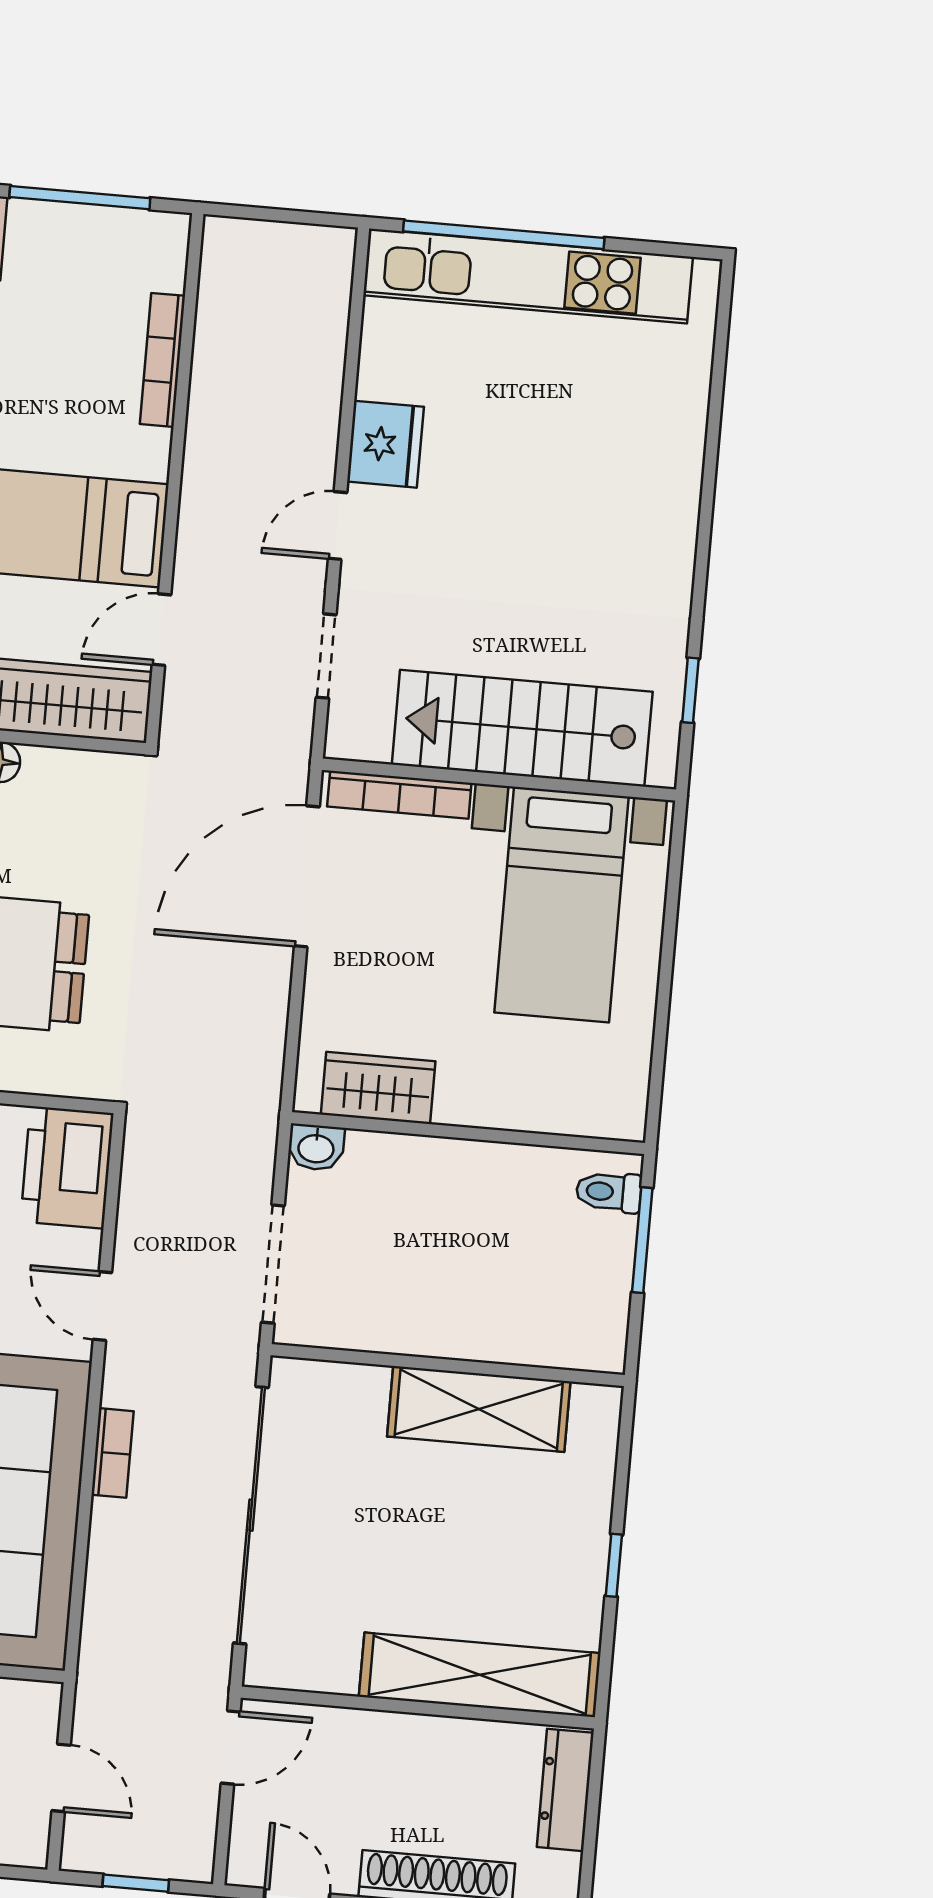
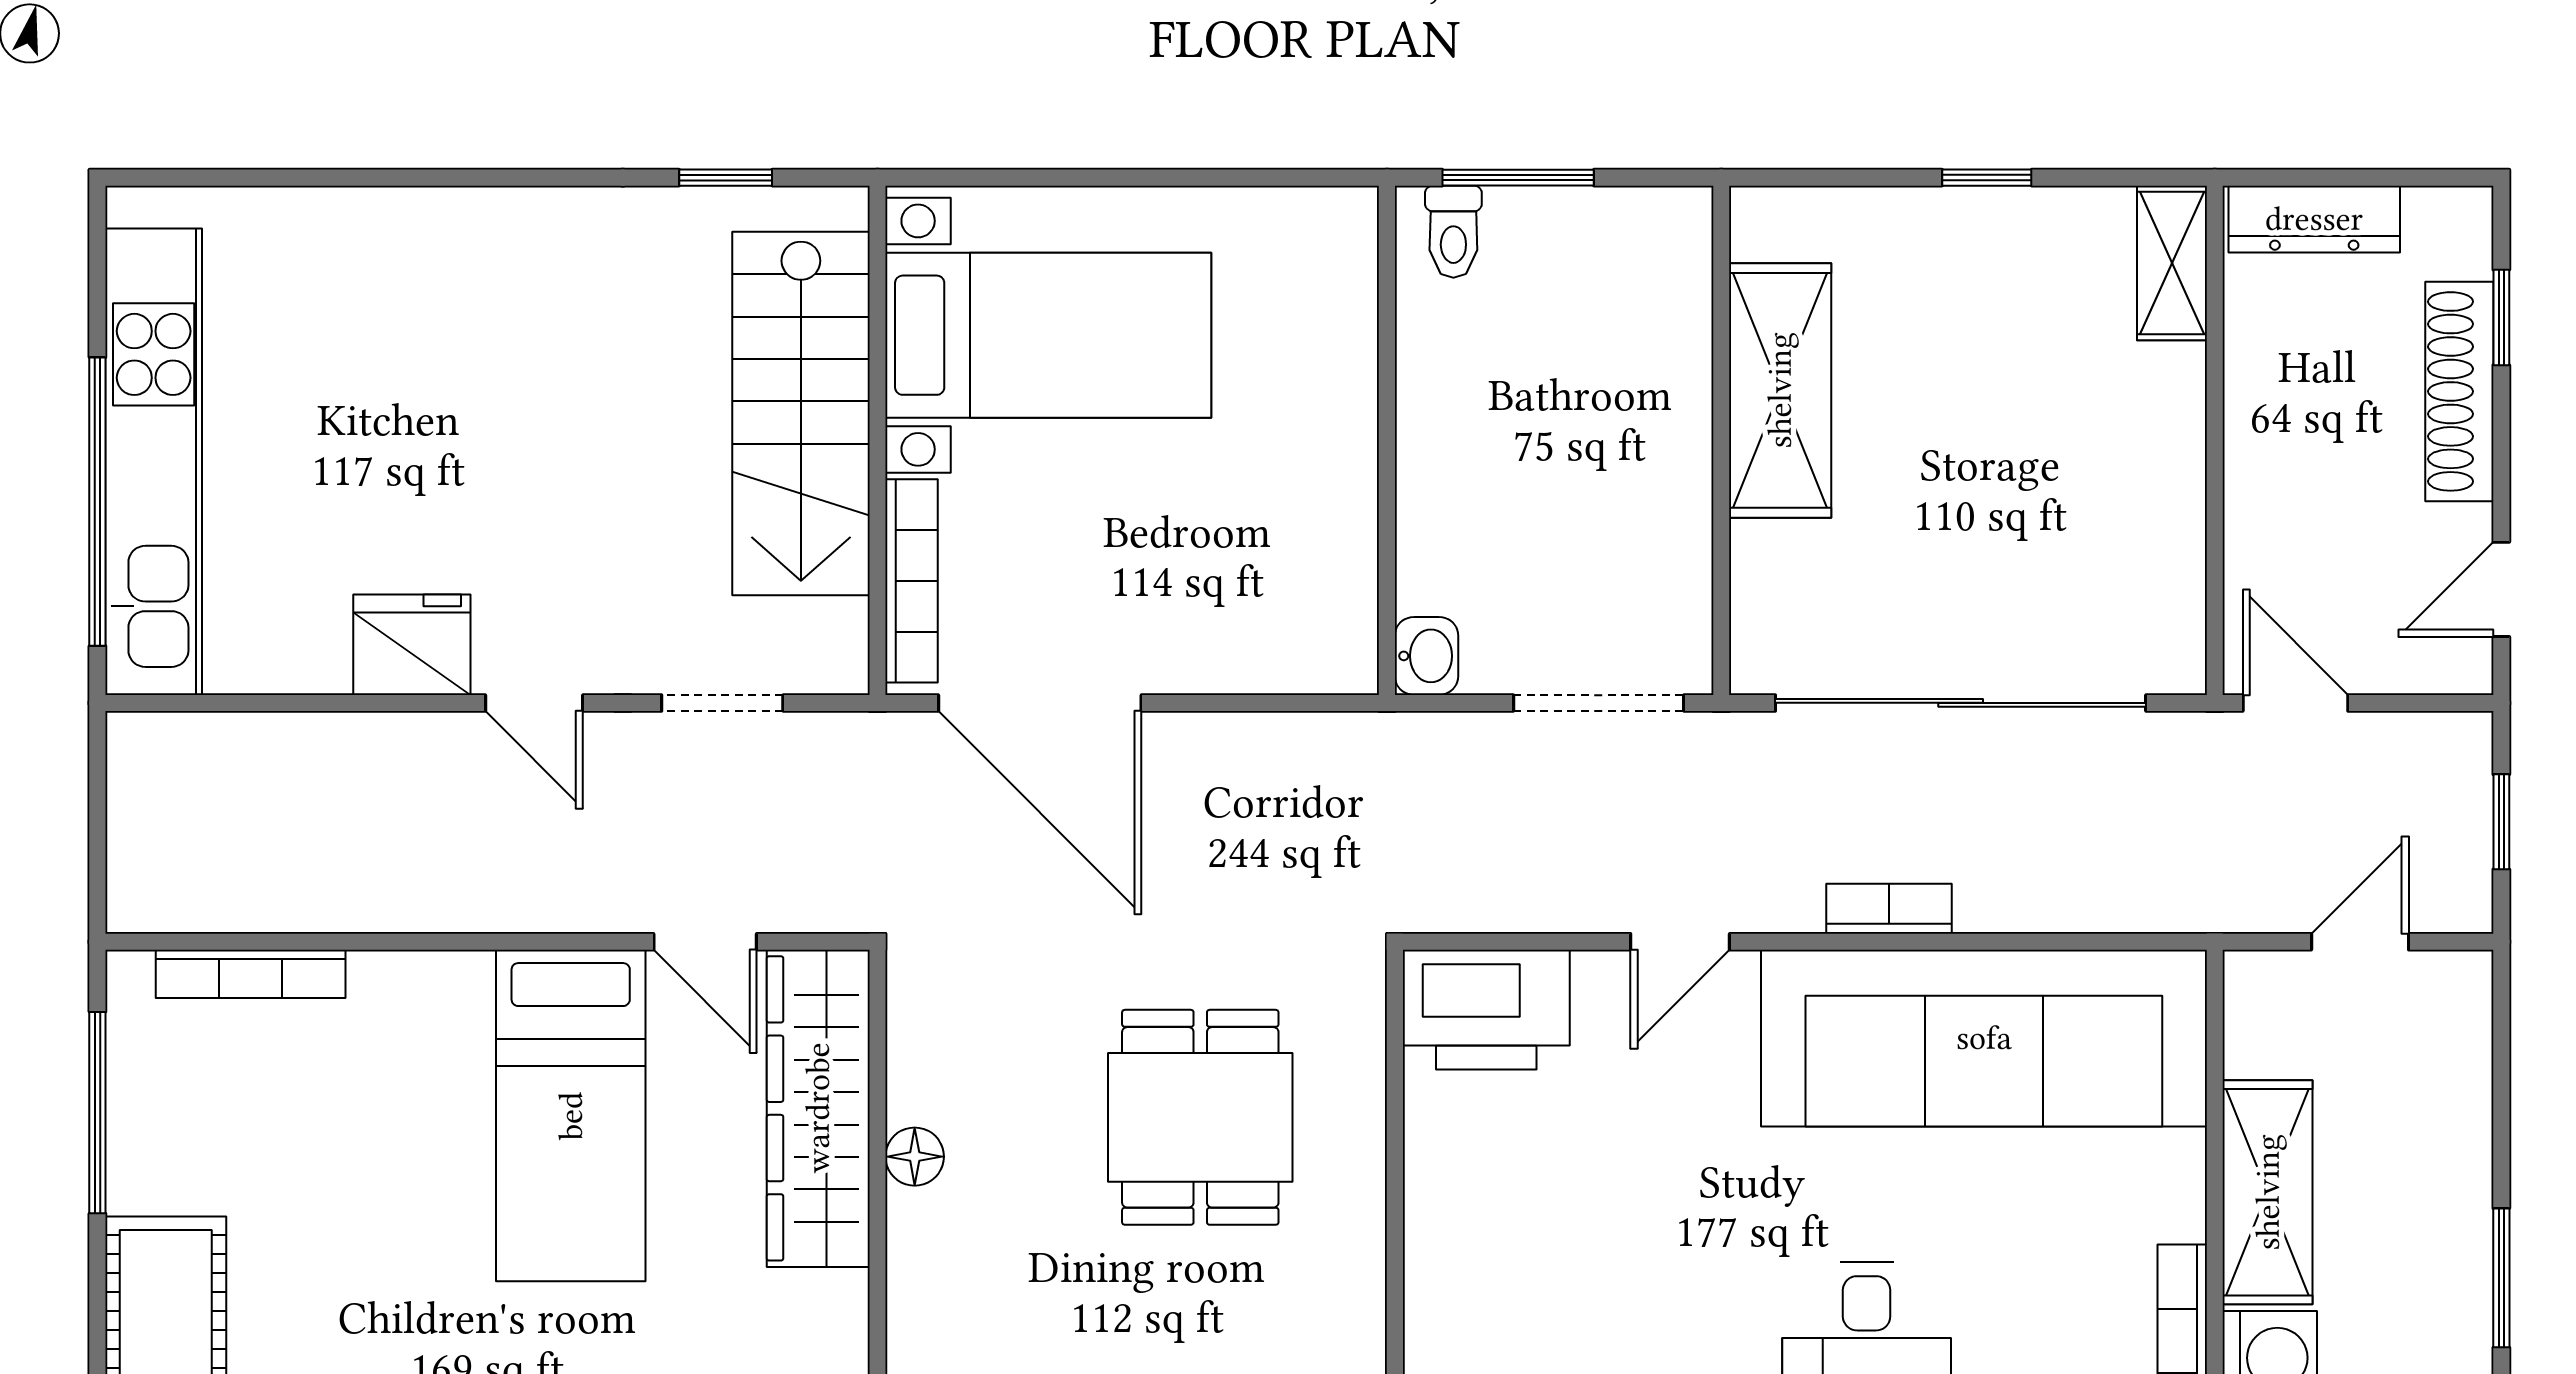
bookcase: (163, 360) -> (251, 974), moved
wardrobe: (378, 1088) -> (1333, 575), removed
shelving: (480, 1675) -> (2172, 263), width x0.45, depth x0.75

